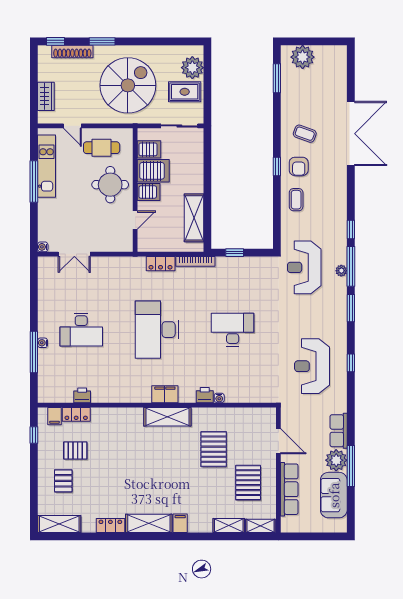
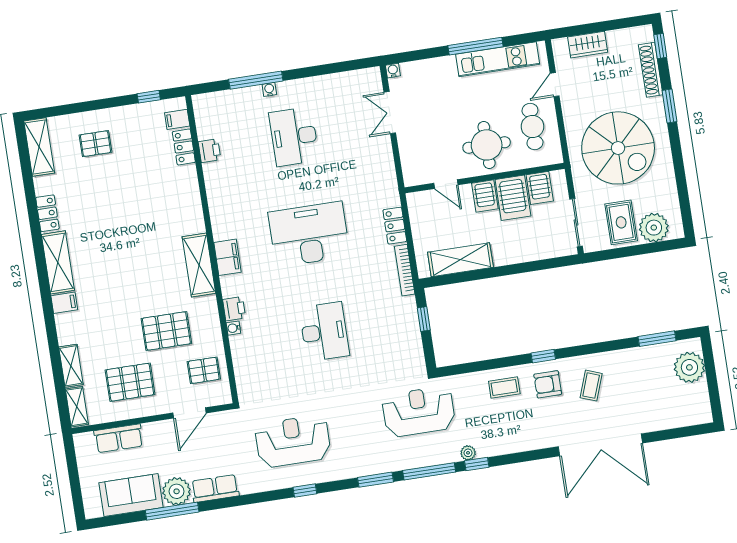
plant: (341, 271) -> (468, 453), moved
pallet: (75, 450) -> (204, 370), moved, turned 90
row of seats: (289, 489) -> (119, 438), width x0.68

